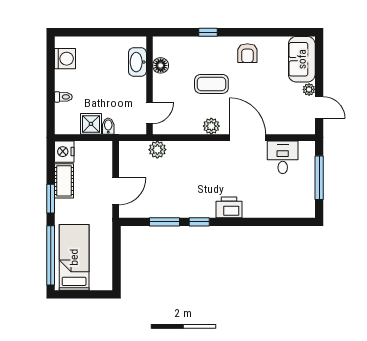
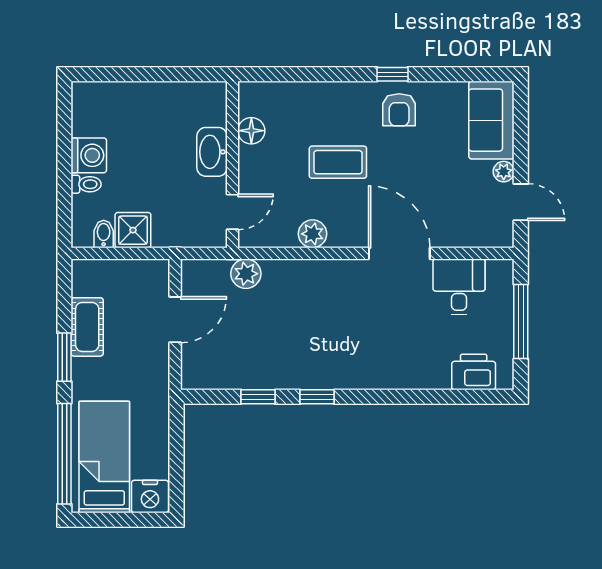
window: (208, 32) -> (392, 74), moved
washing machine: (65, 59) -> (89, 155), moved
washbasin: (137, 62) -> (212, 152), moved
bidet: (108, 126) -> (104, 234), moved
plant: (211, 126) -> (313, 234), moved
nightstand: (64, 152) -> (150, 497), moved, turned -90
door: (116, 191) -> (175, 320), moved
printer: (229, 207) -> (474, 372), moved
window: (165, 222) -> (258, 397), width x0.67

